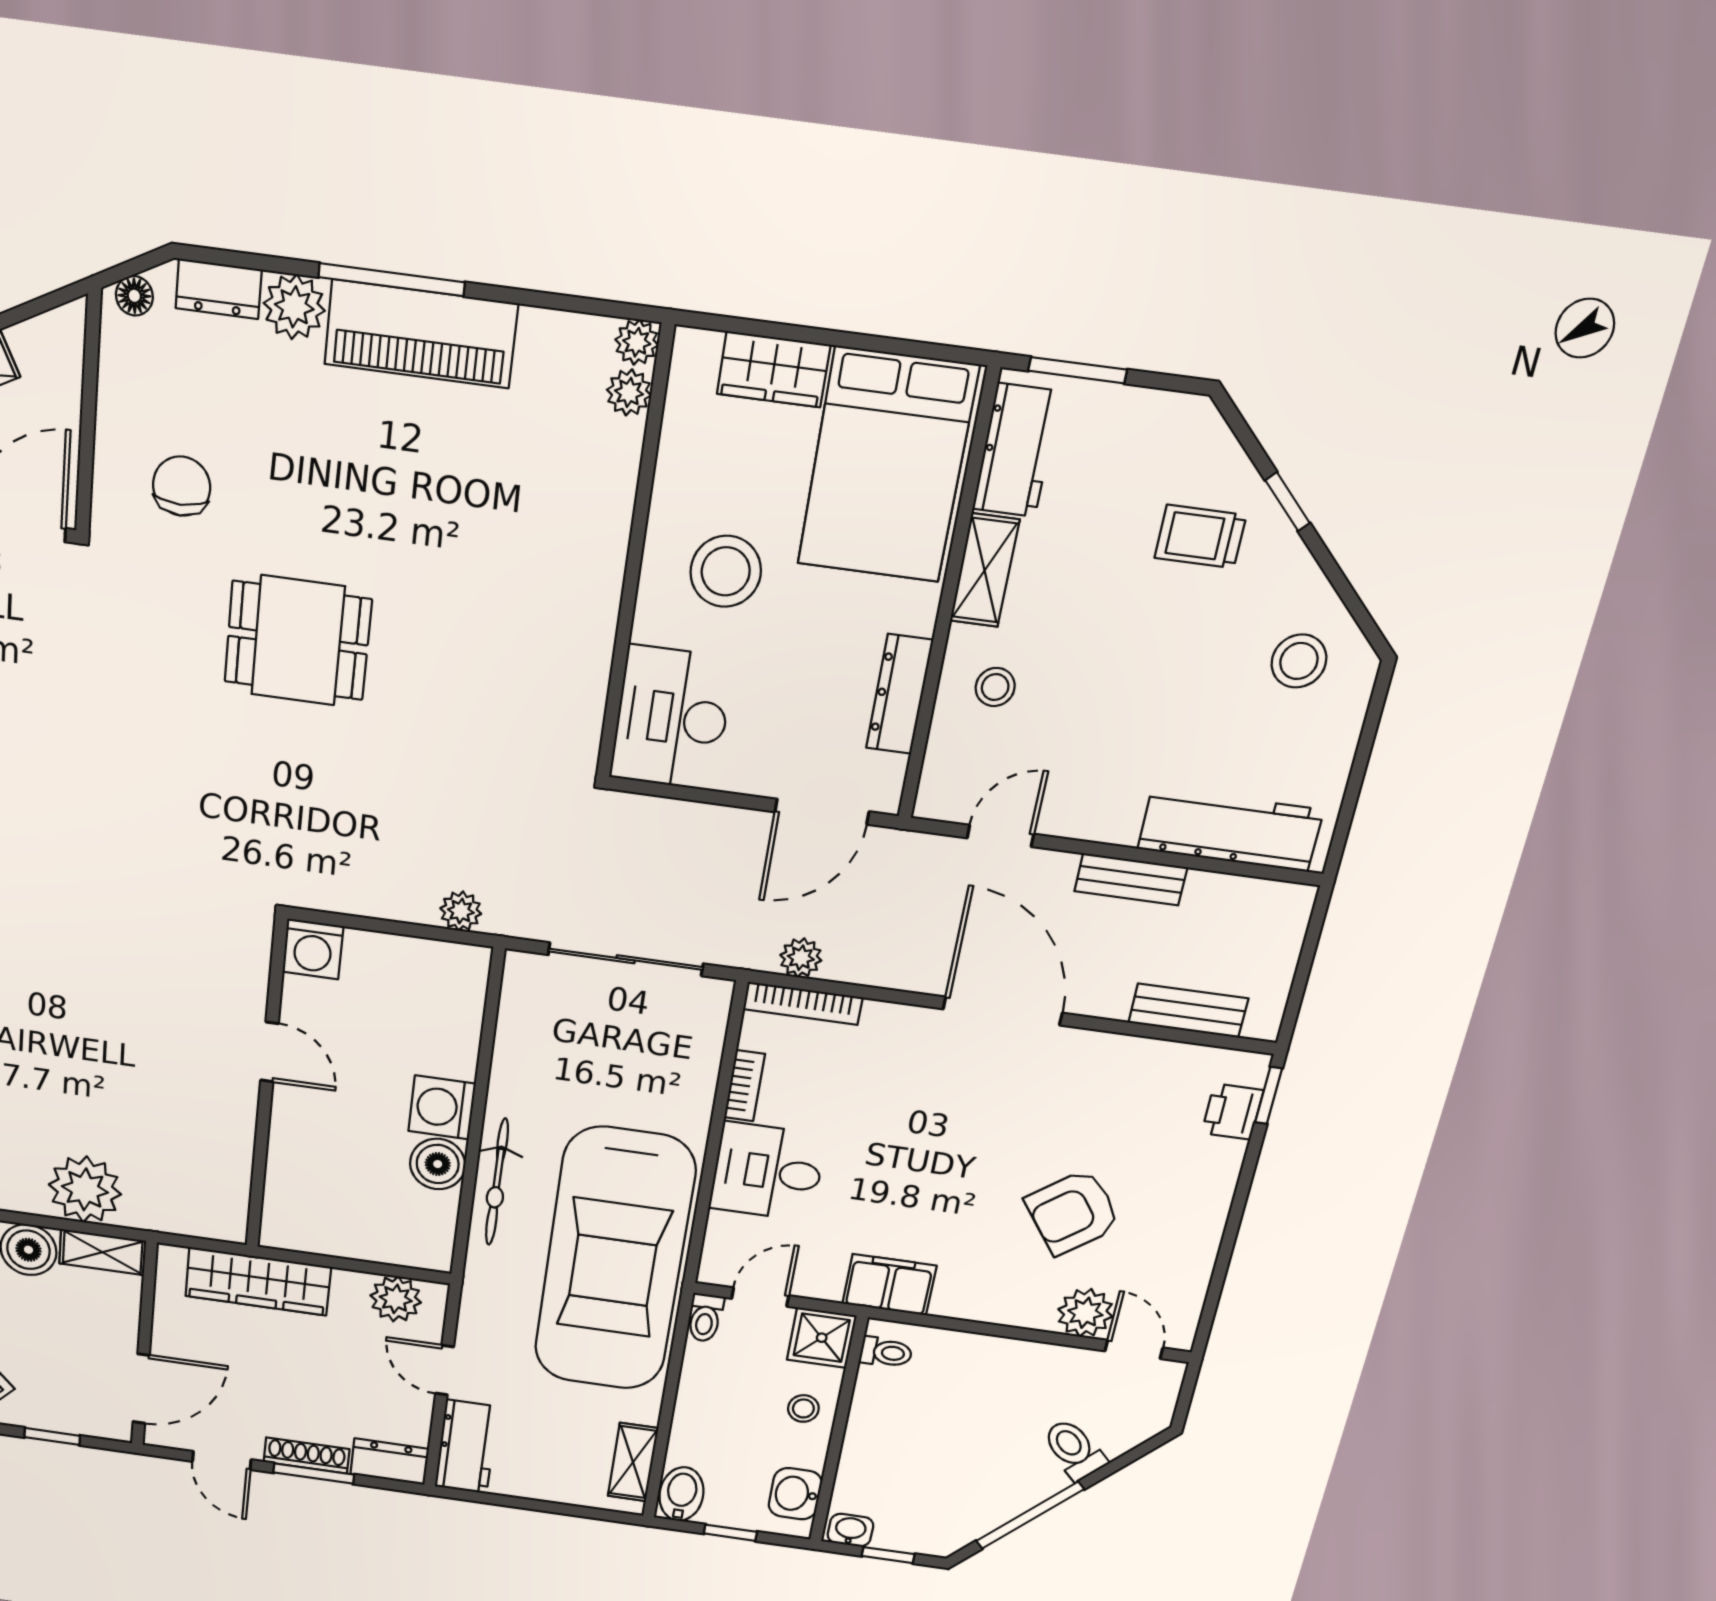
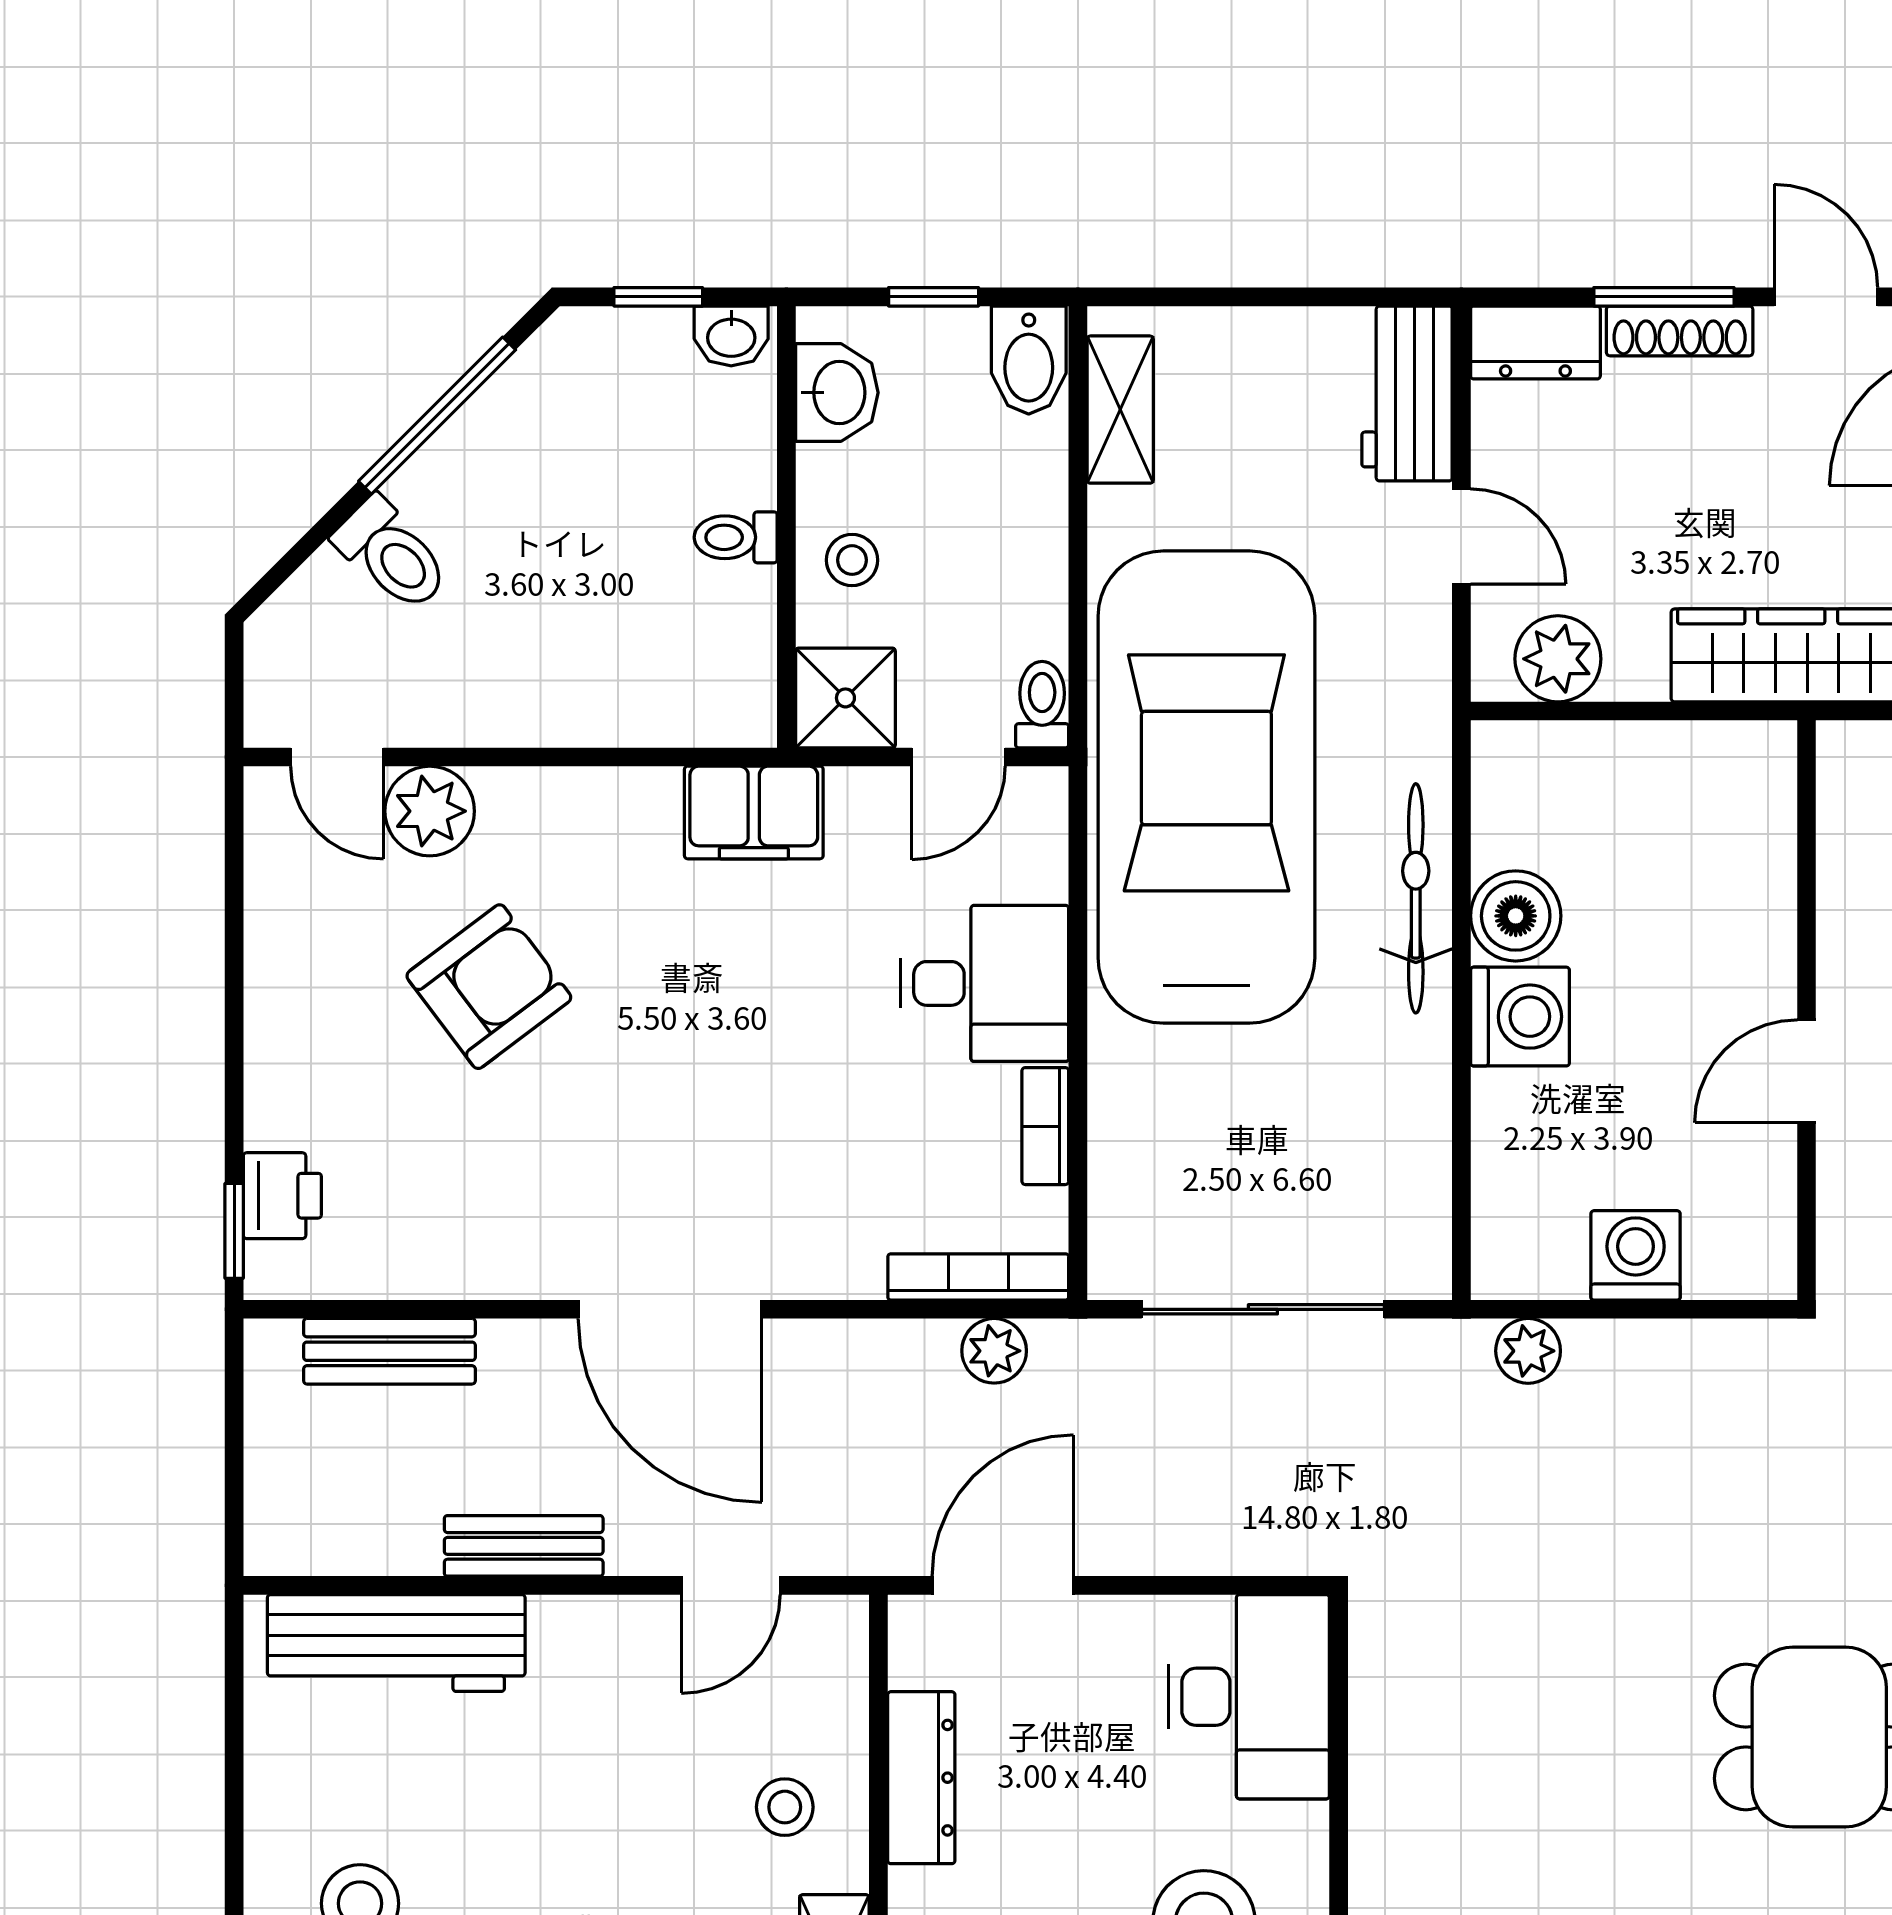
washing machine: (313, 949) -> (1636, 1255), moved
door: (269, 1052) -> (1807, 1071), hinge flipped
toilet: (886, 1352) -> (736, 537), moved

